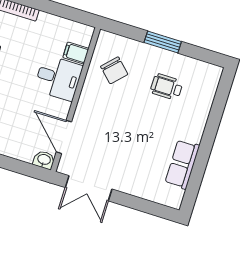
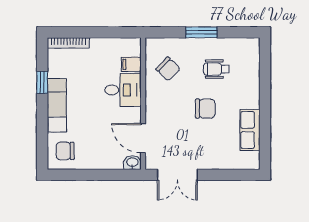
chair: (141, 126) -> (205, 109), added

